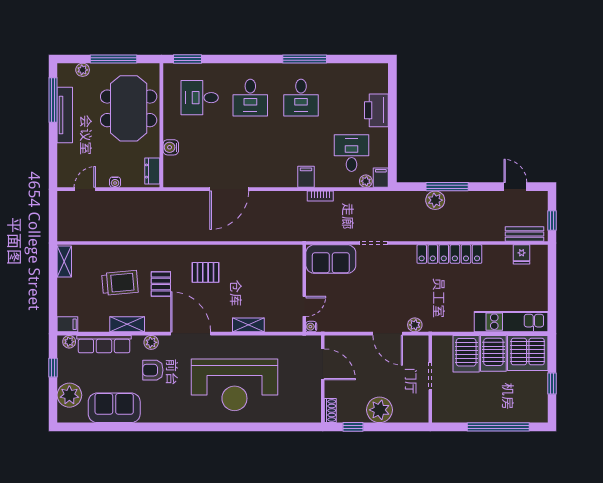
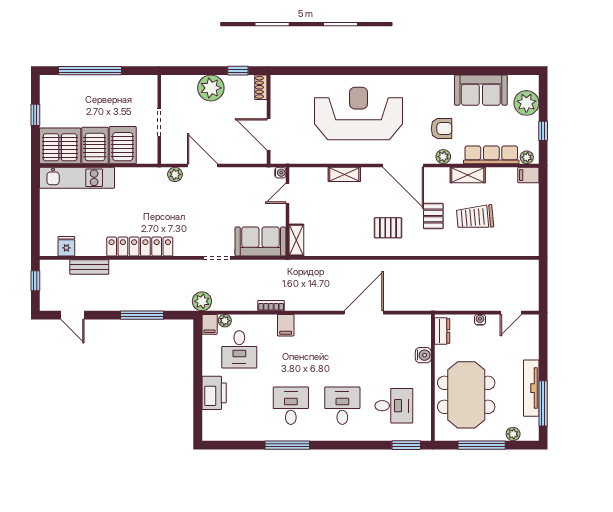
plant: (435, 200) -> (202, 301), moved
bench: (525, 234) -> (89, 267), moved
shelving: (64, 261) -> (296, 240), moved

